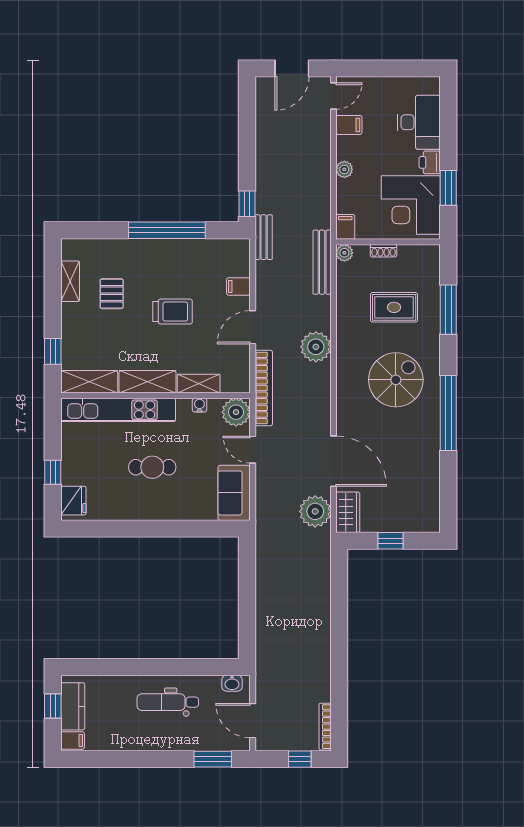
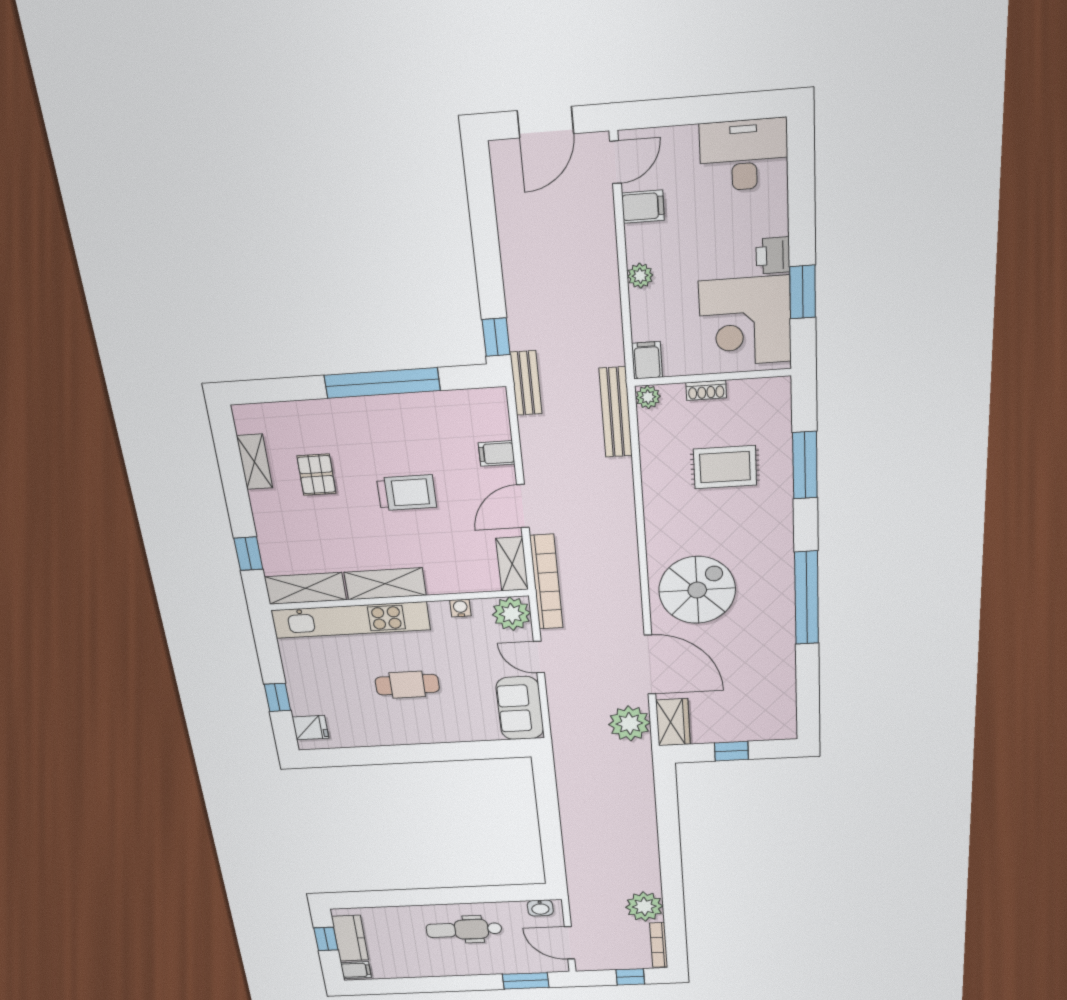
desk: (419, 122) -> (744, 155), moved, turned -90
plant: (316, 347) -> (644, 907), moved
spiral stairs: (396, 380) -> (697, 590), moved
shelving: (199, 384) -> (512, 564), moved, turned 90
fridge: (73, 501) -> (310, 728), width x0.72

